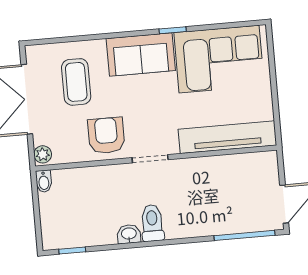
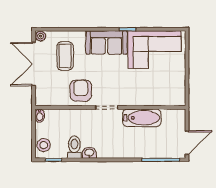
tv unit: (227, 137) -> (156, 98), removed
plant: (43, 154) -> (40, 36), moved
bathtub: (208, 170) -> (142, 118), added
toilet: (152, 223) -> (74, 147), moved
stool: (54, 228) -> (44, 145), added

